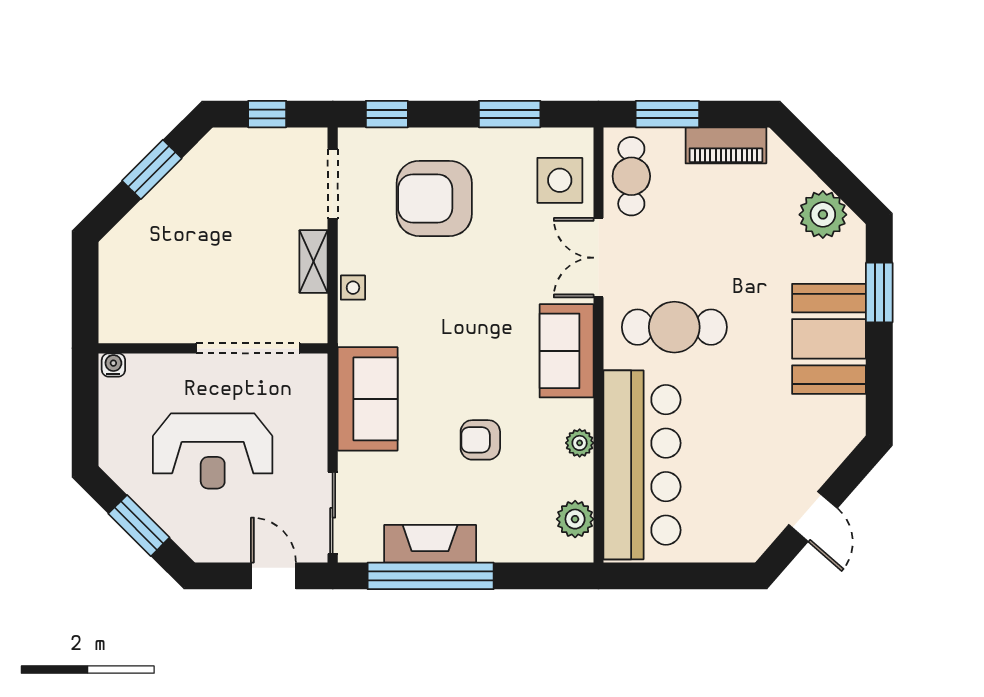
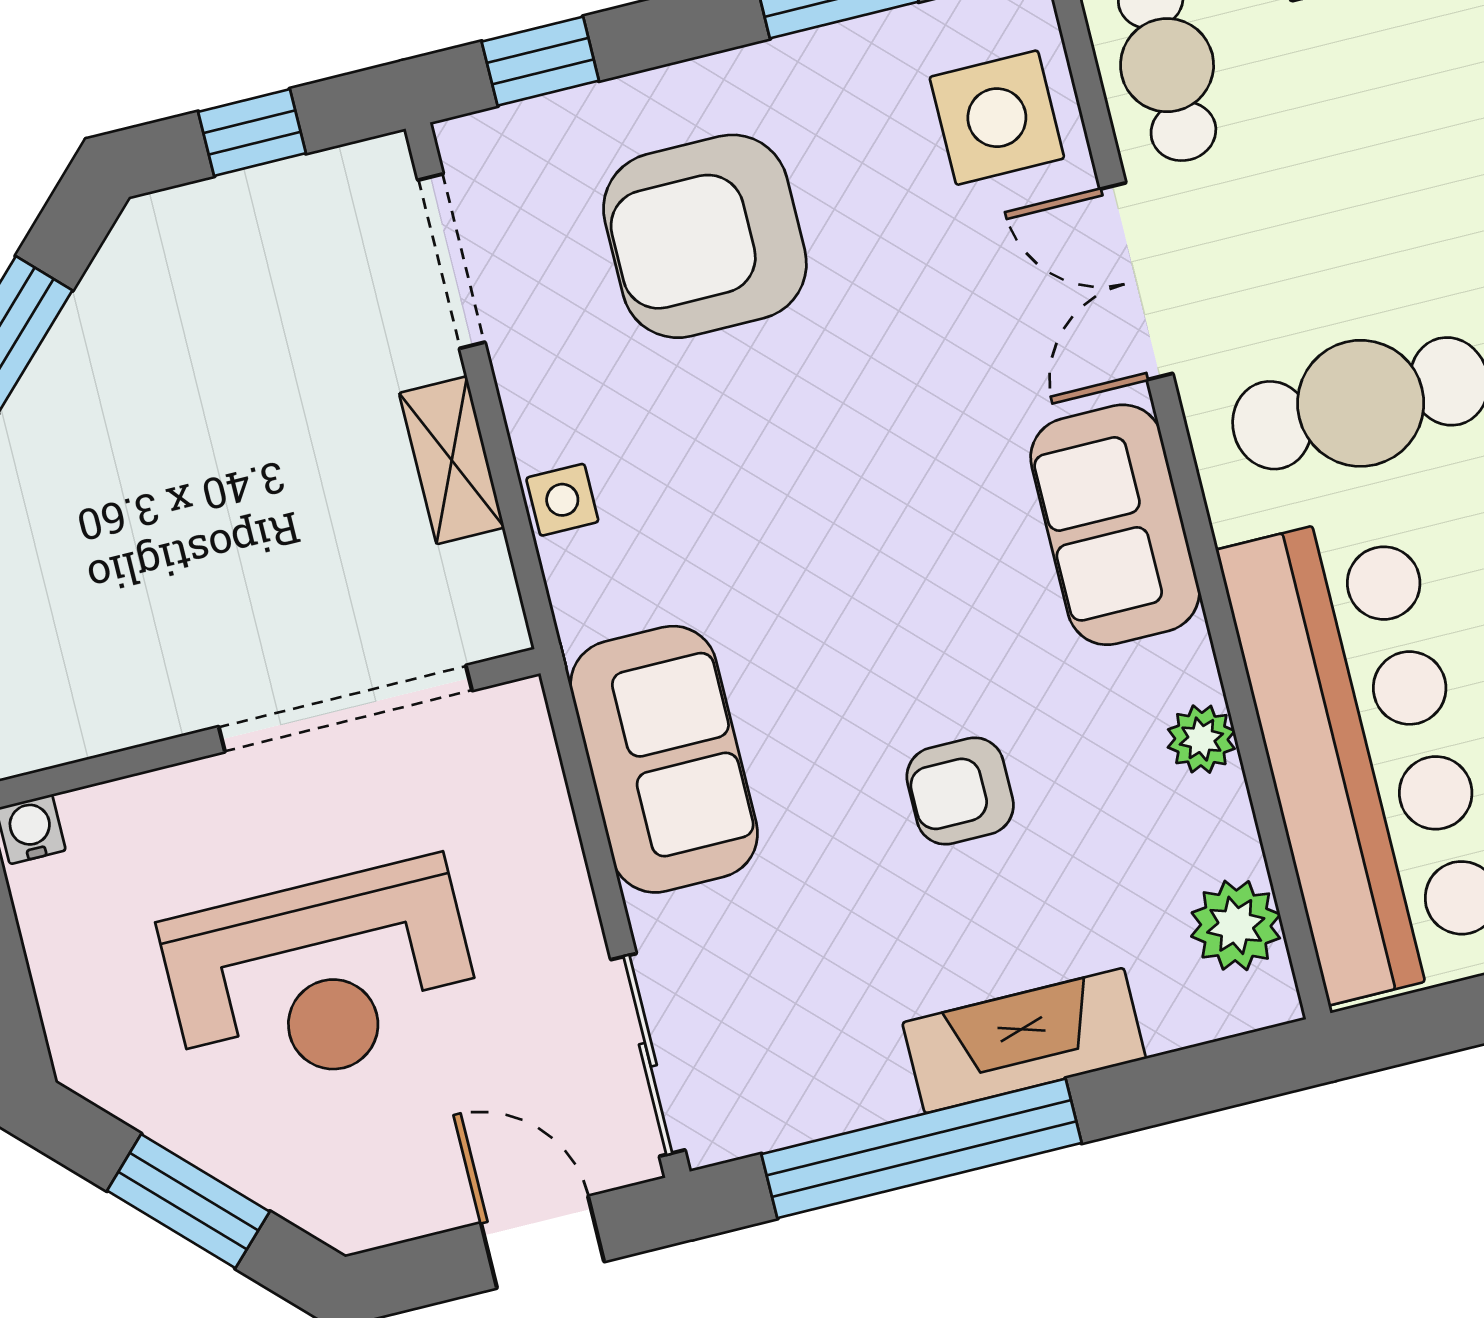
fireplace: (430, 544) -> (1024, 1041), moved

